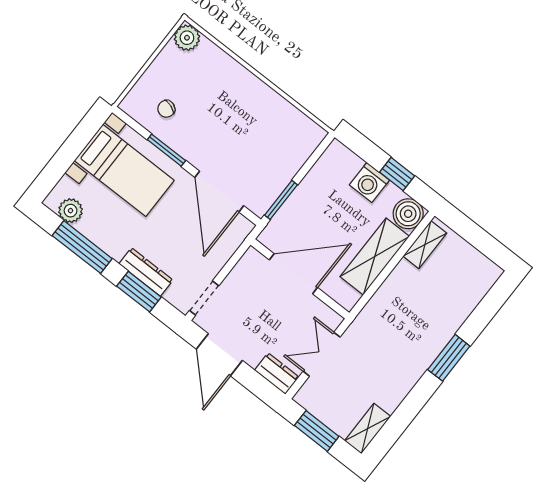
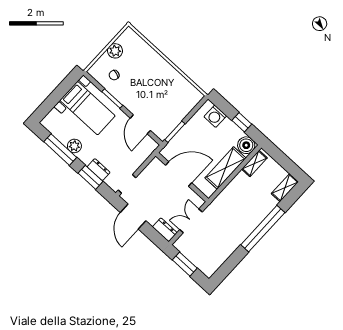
plant: (187, 38) -> (115, 51), moved
washing machine: (369, 183) -> (215, 116), moved
door: (219, 192) -> (140, 124), width x0.73
plant: (71, 211) -> (74, 146), moved
dresser: (146, 272) -> (99, 170), width x0.70
window: (449, 358) -> (263, 229), width x2.11
shelving: (368, 429) -> (285, 188), moved

